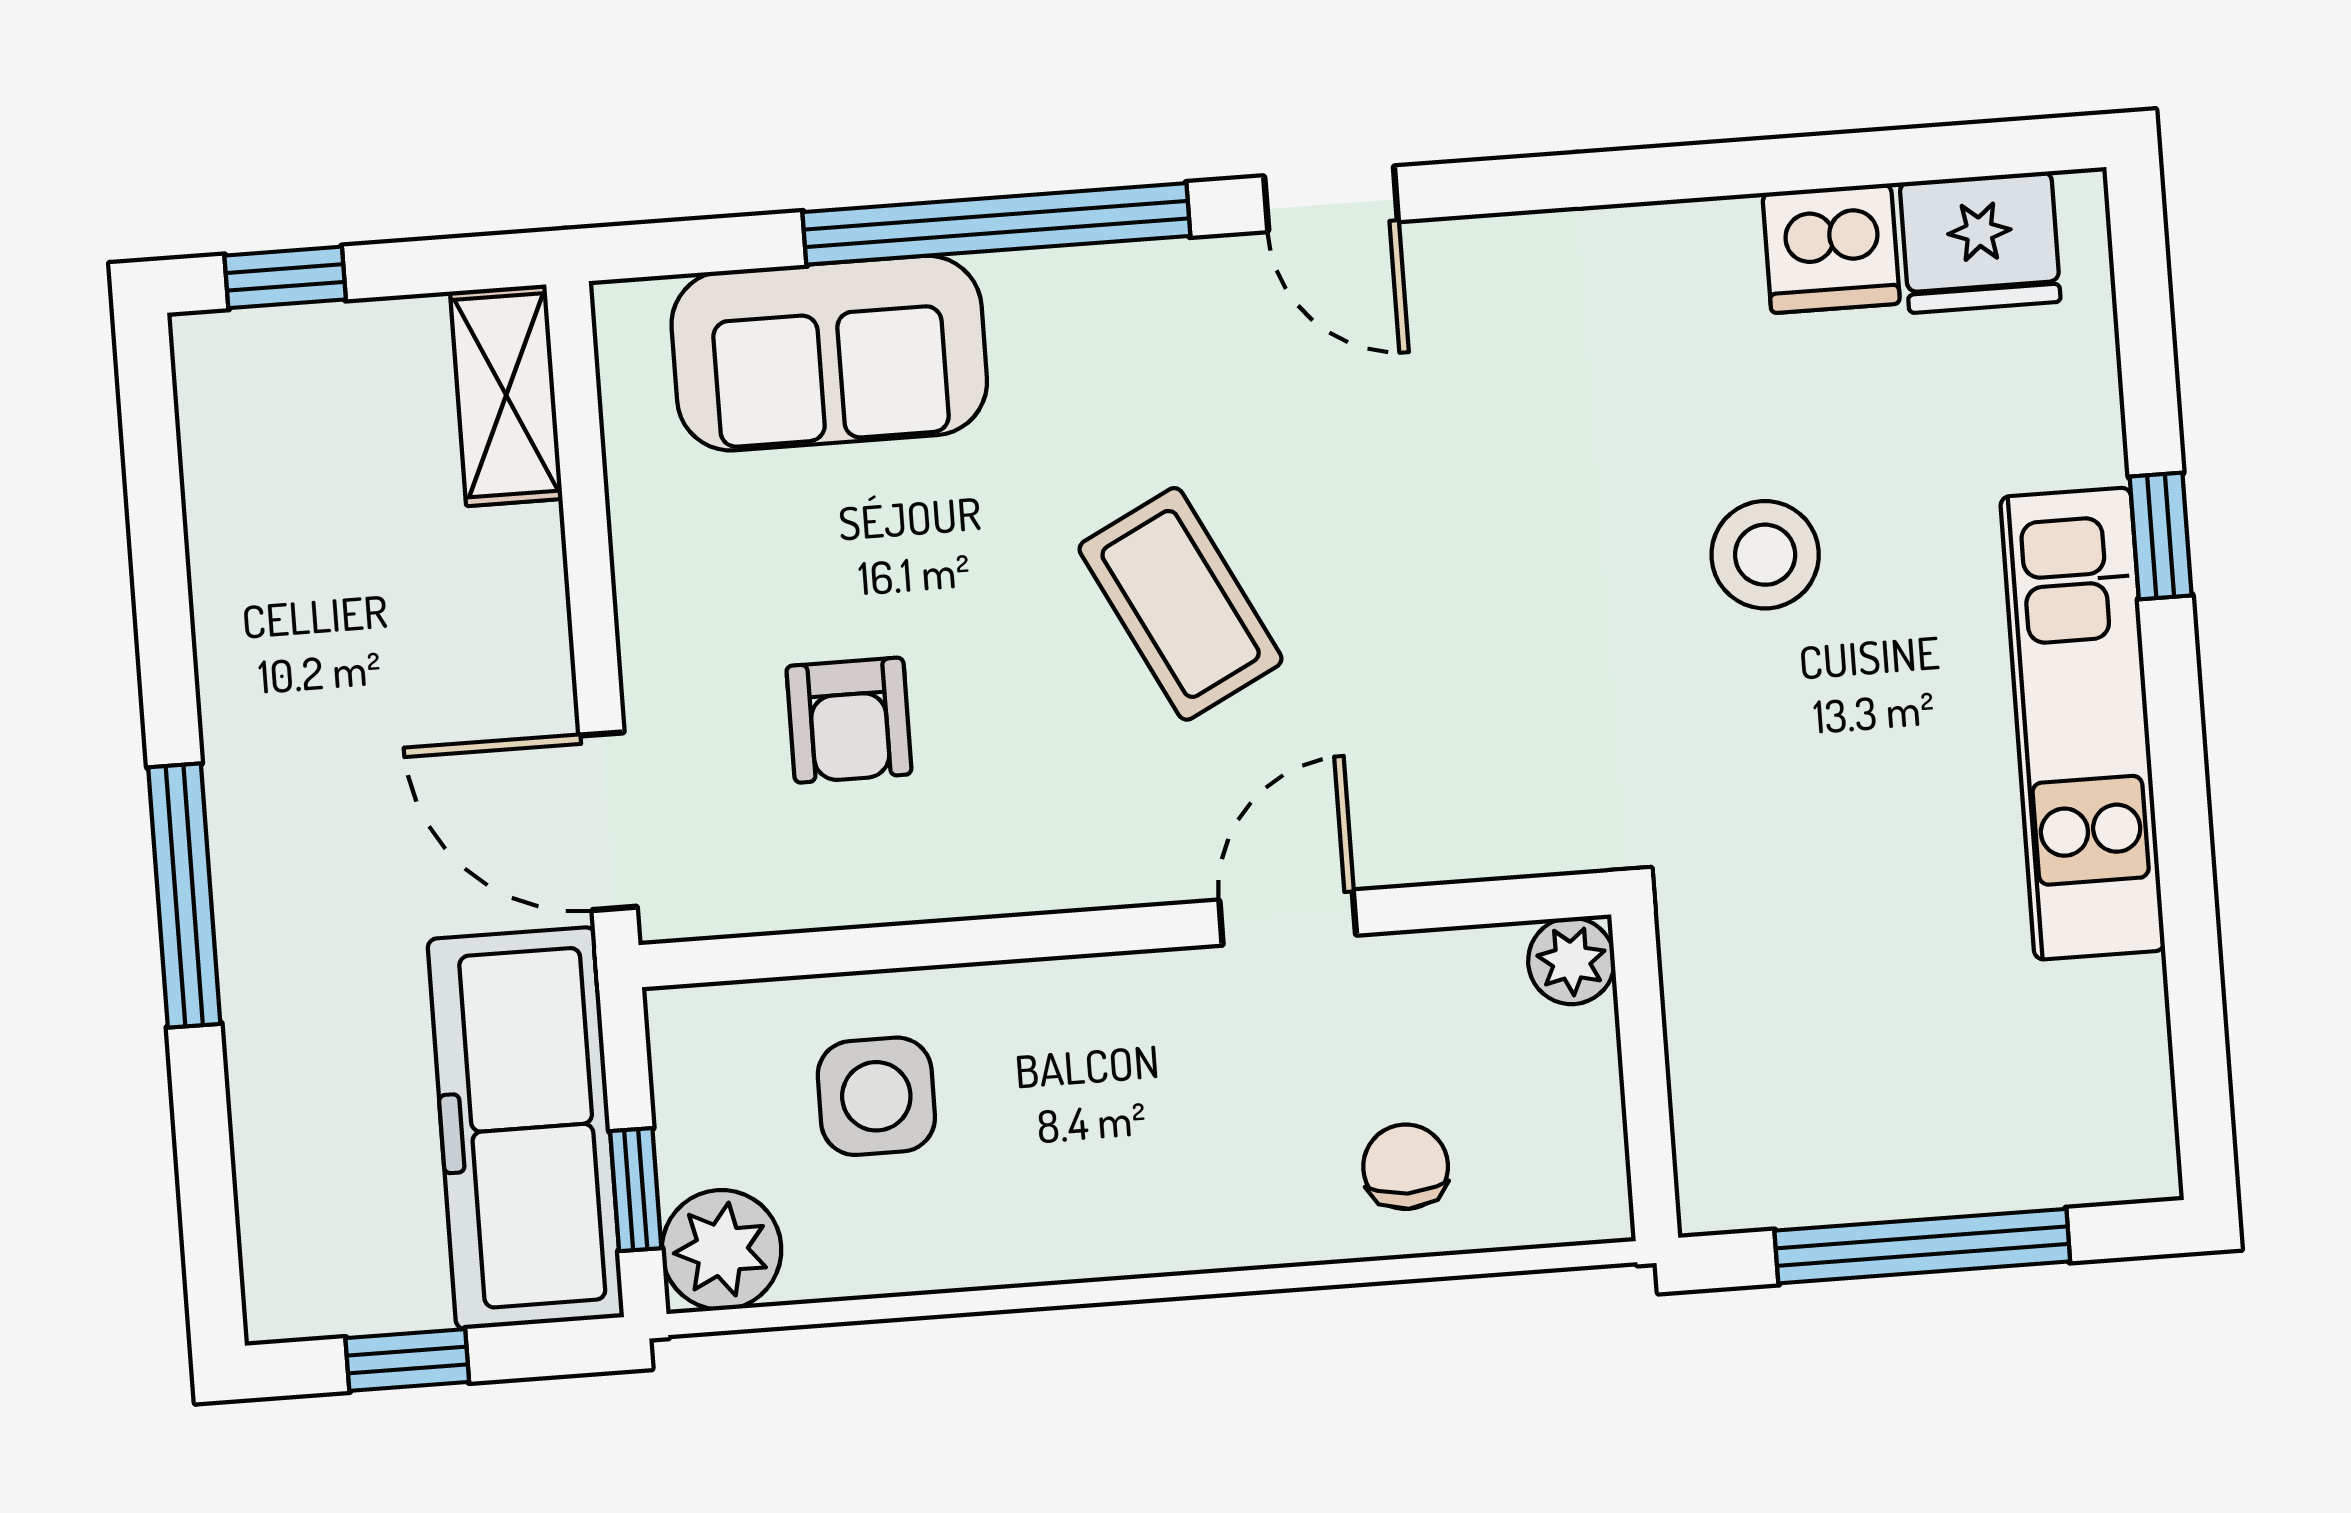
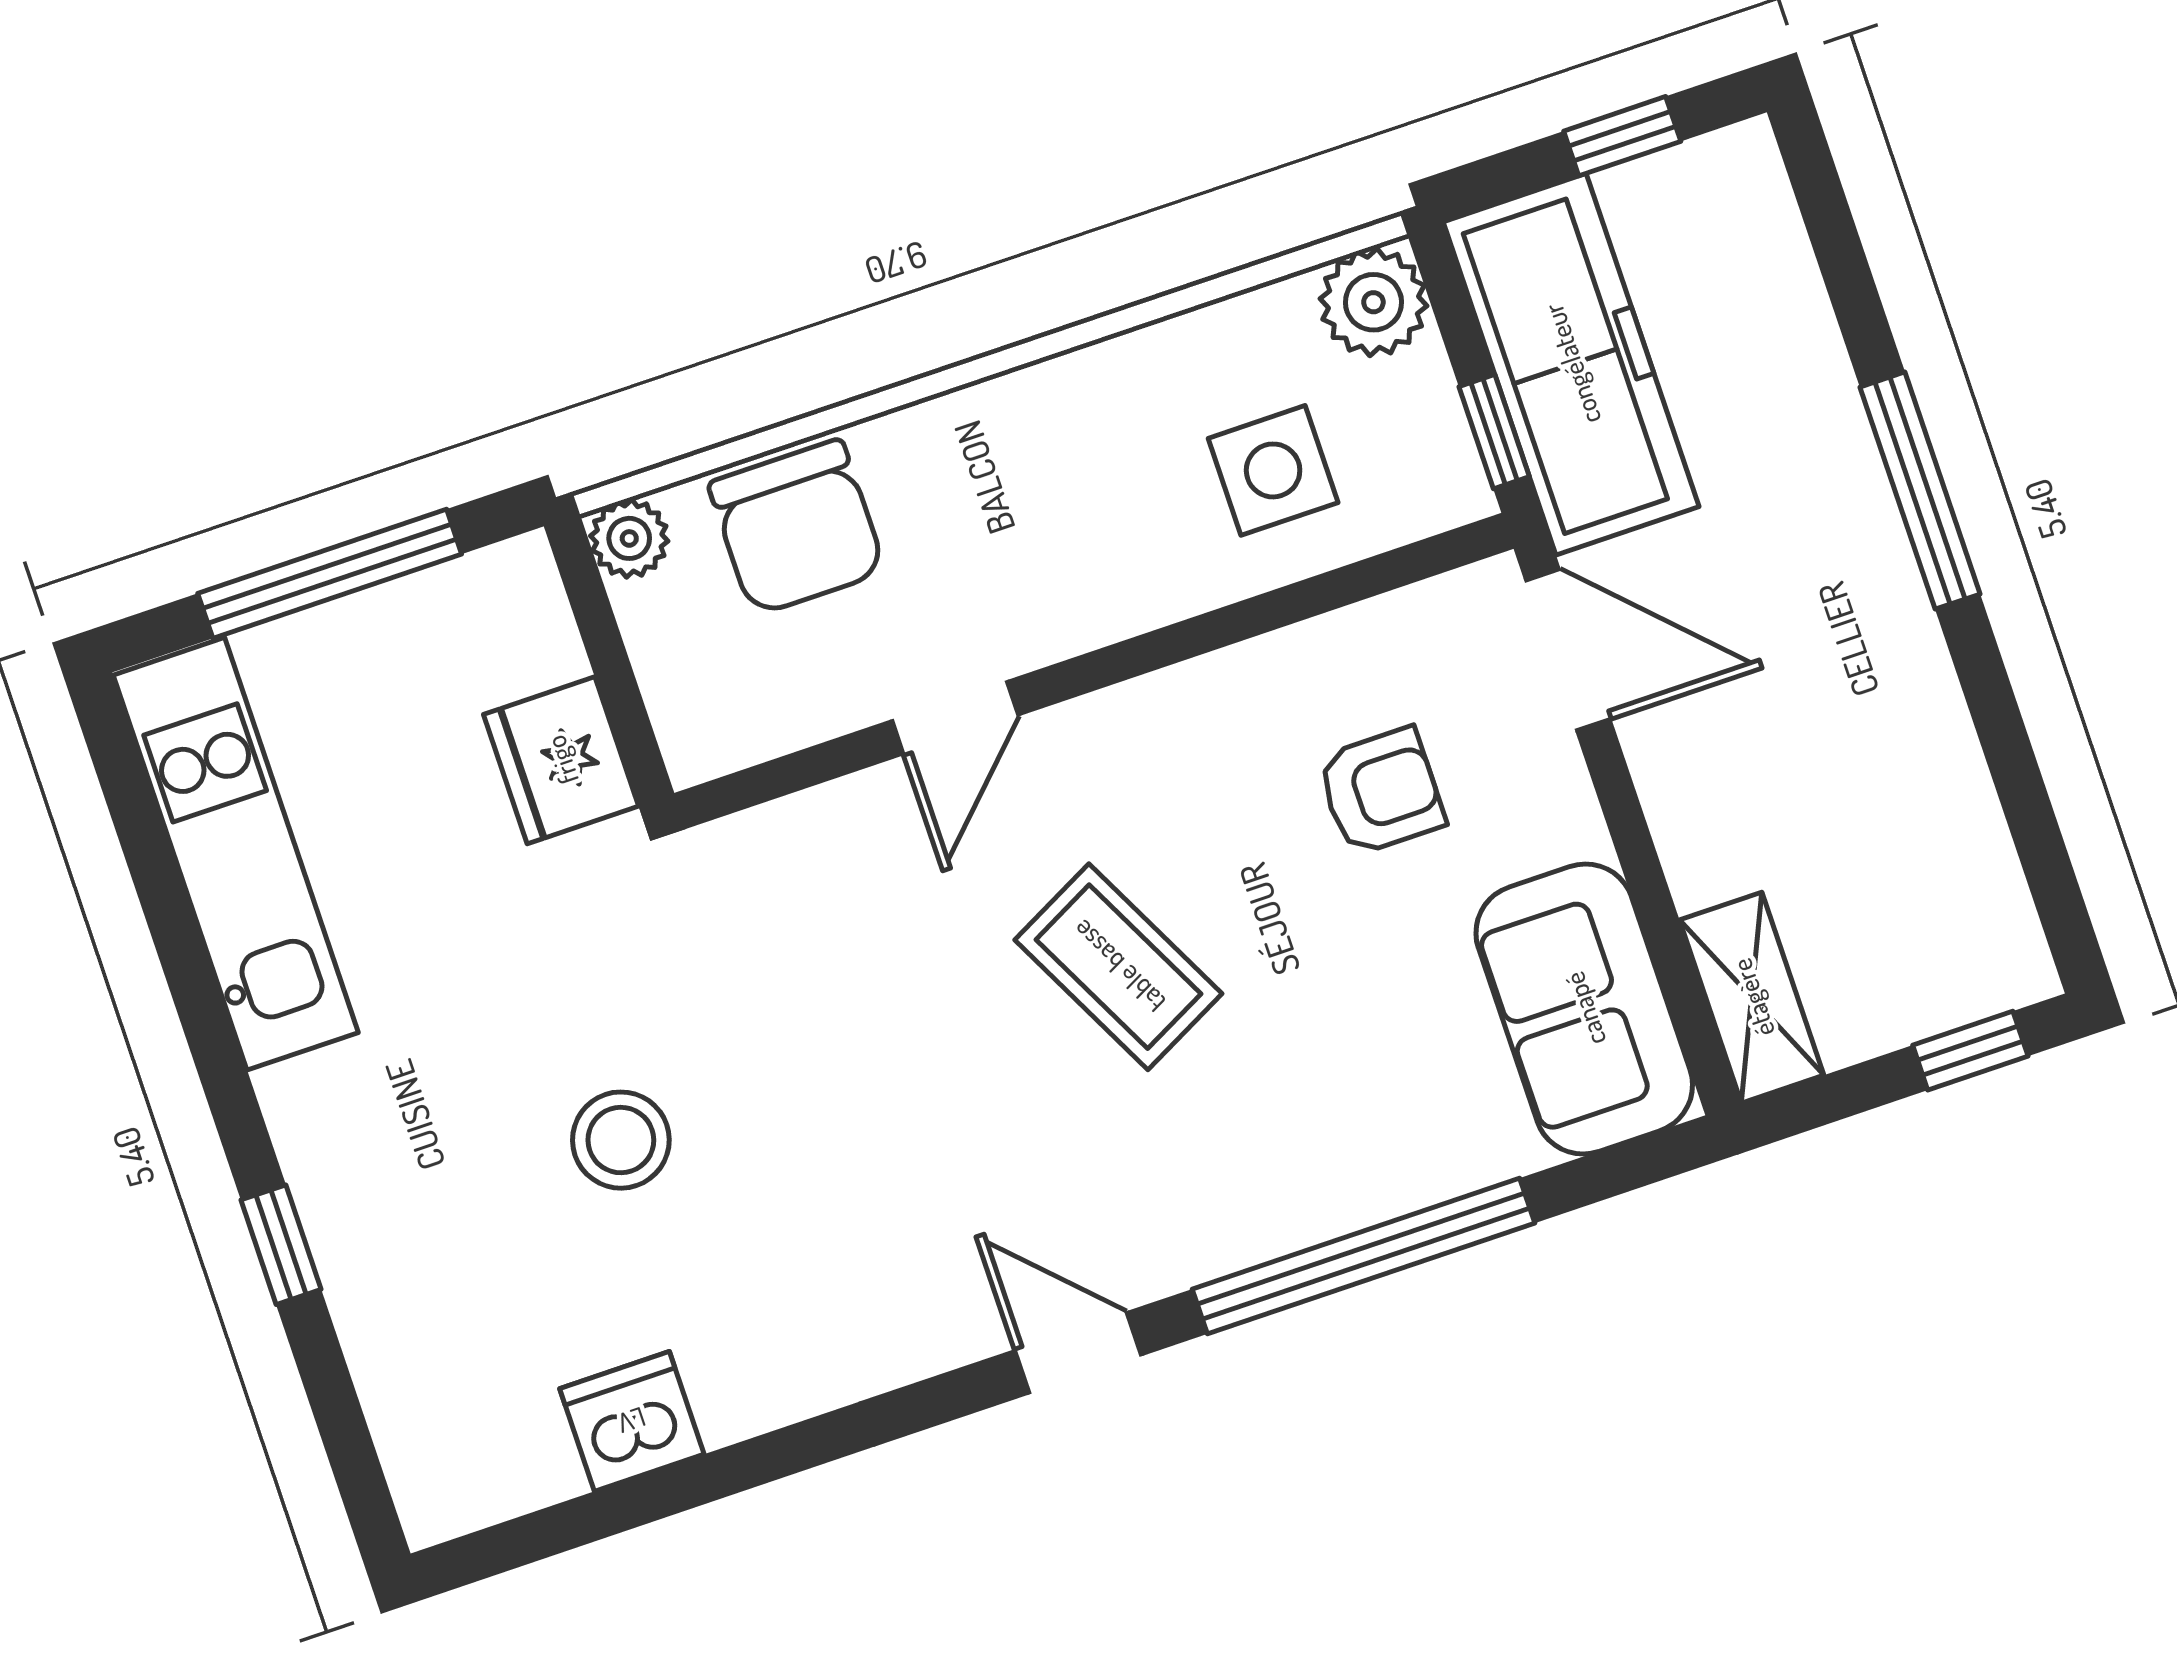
fridge: (1980, 242) -> (561, 760), moved, turned -90
sofa: (829, 353) -> (1584, 1009), moved, turned -90
armchair: (849, 720) -> (1381, 792), turned 90
kitchen unit: (2083, 724) -> (236, 854), moved
plant: (1571, 961) -> (629, 538), moved
chair: (1406, 1167) -> (797, 527), width x1.87, depth x1.87
window: (636, 1190) -> (1494, 432), moved

